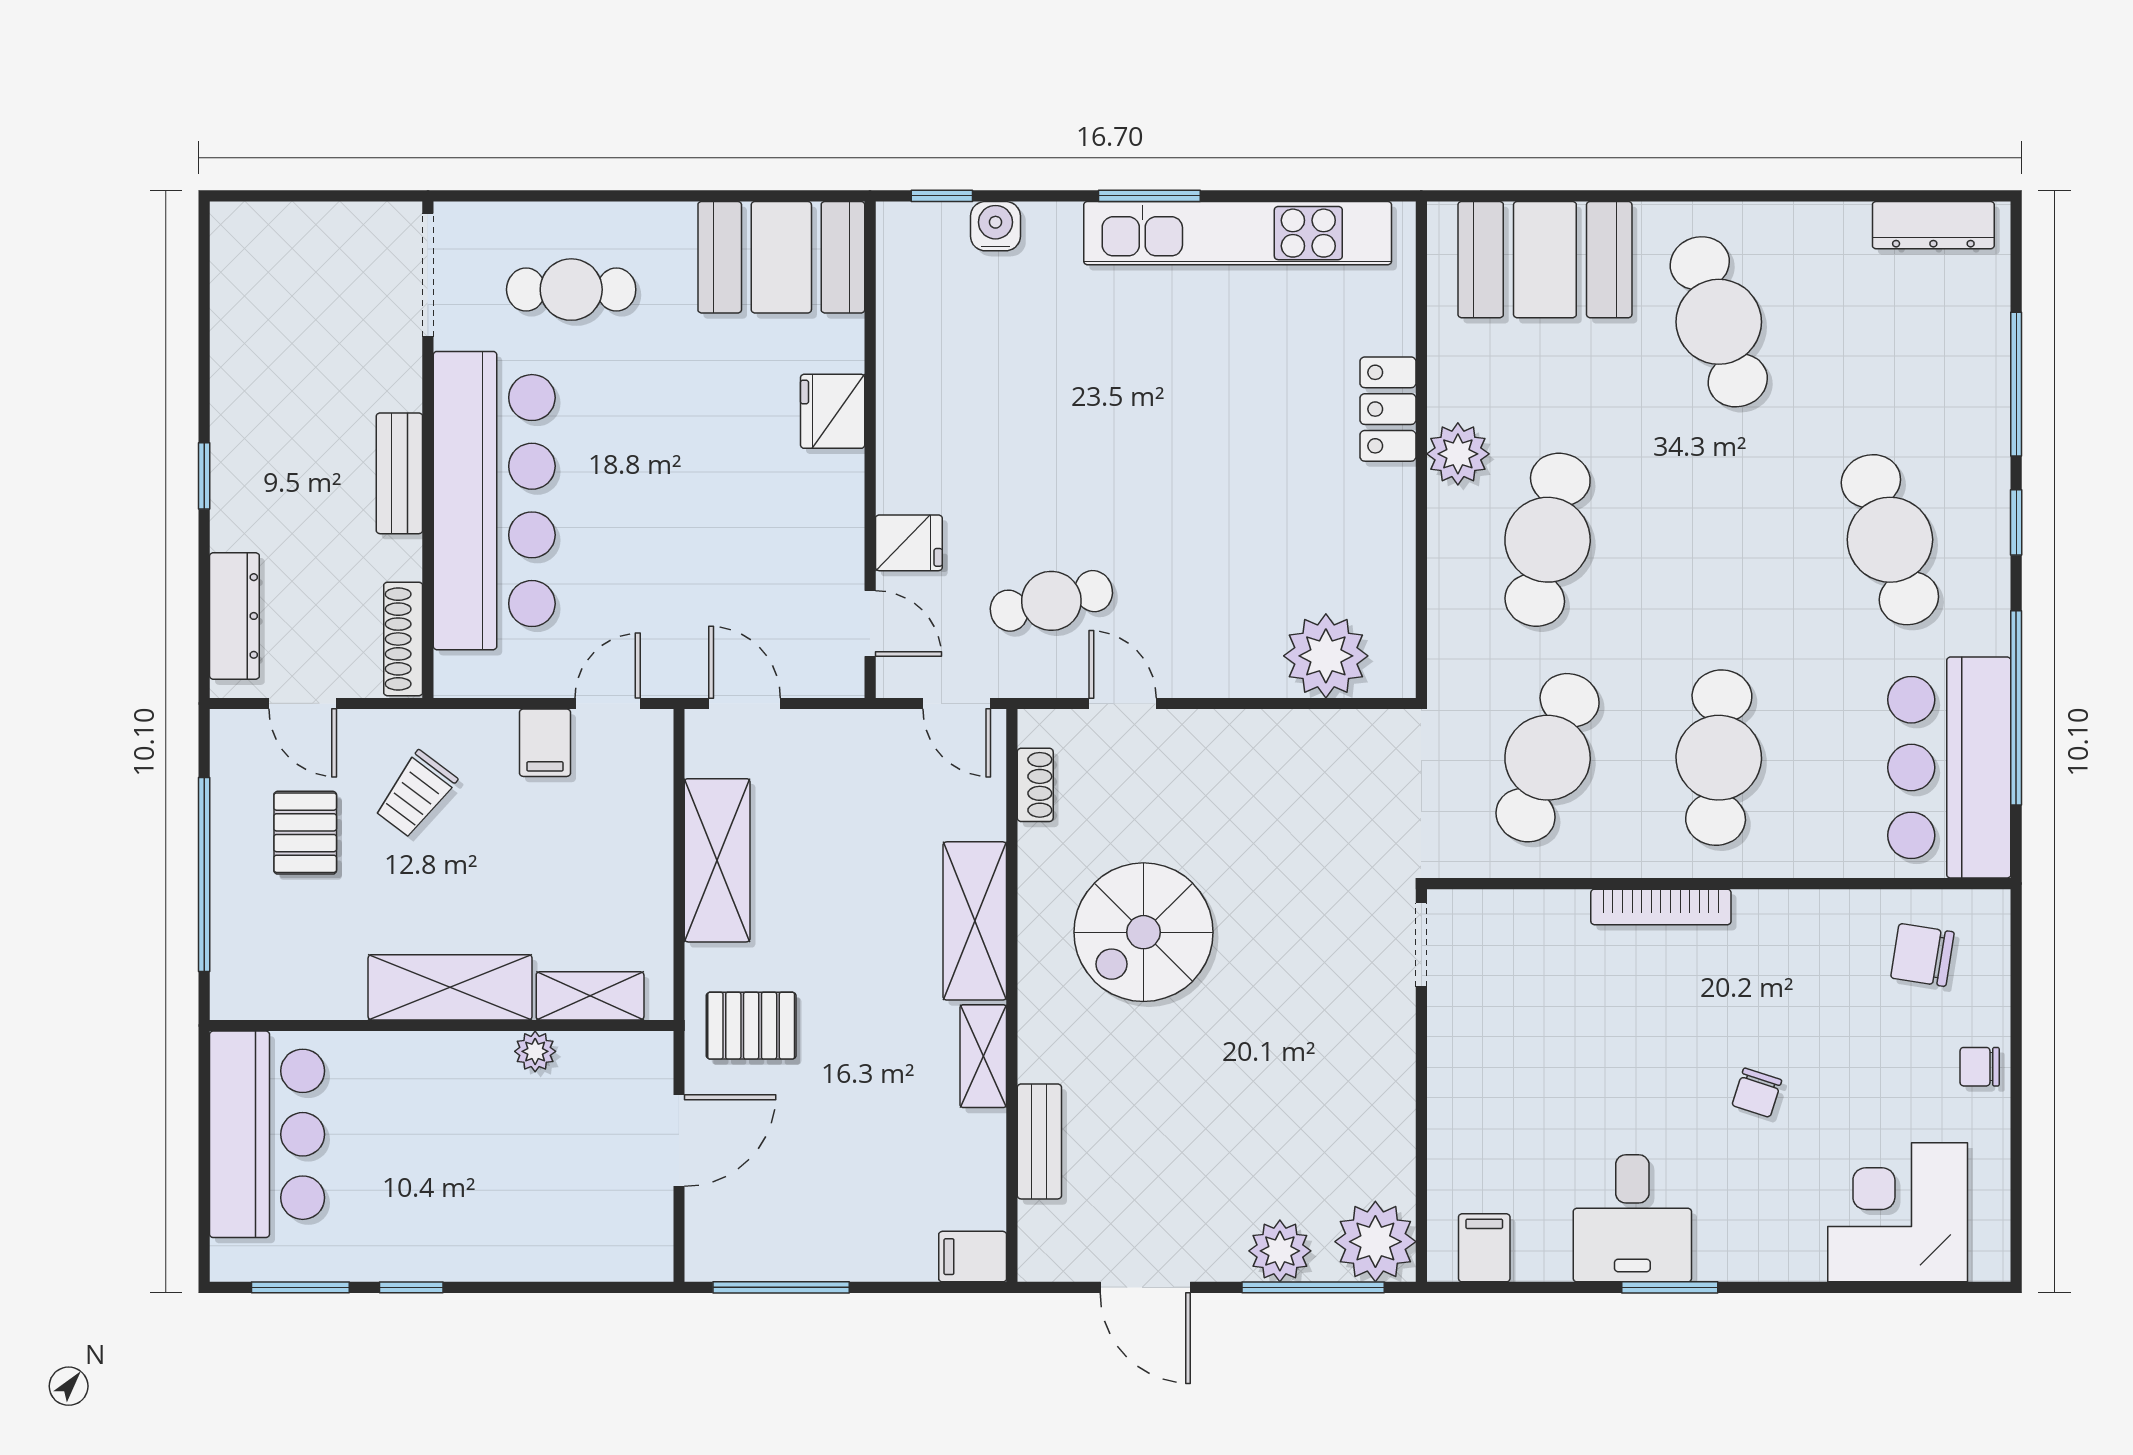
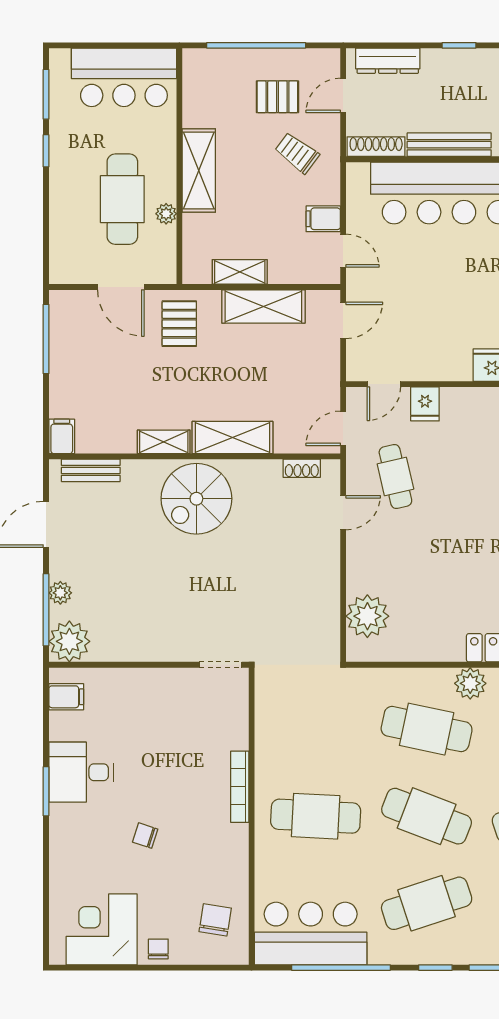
bench: (399, 473) -> (449, 145), width x1.36
cafe table: (1548, 758) -> (427, 816), moved
spiral stairs: (1143, 932) -> (196, 499), moved, turned -90
shelving: (590, 996) -> (240, 272), moved, turned 90
cafe table: (506, 1137) -> (122, 199), added
bench: (1039, 1141) -> (91, 470), moved
corner desk: (1898, 1212) -> (102, 929), moved, turned -90
plant: (1280, 1251) -> (60, 593), width x0.73, depth x0.73

